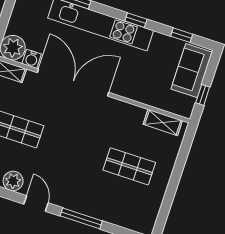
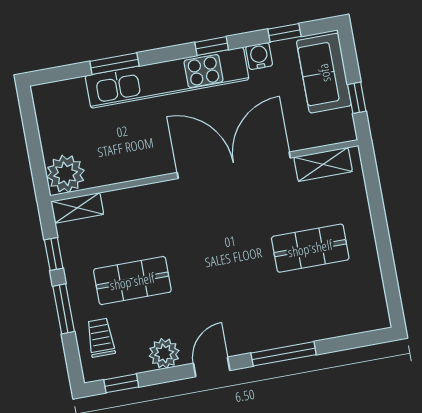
water cooler: (32, 59) -> (259, 56), moved, turned 180
double door: (73, 82) -> (234, 165), moved
door: (36, 203) -> (212, 367), hinge flipped

